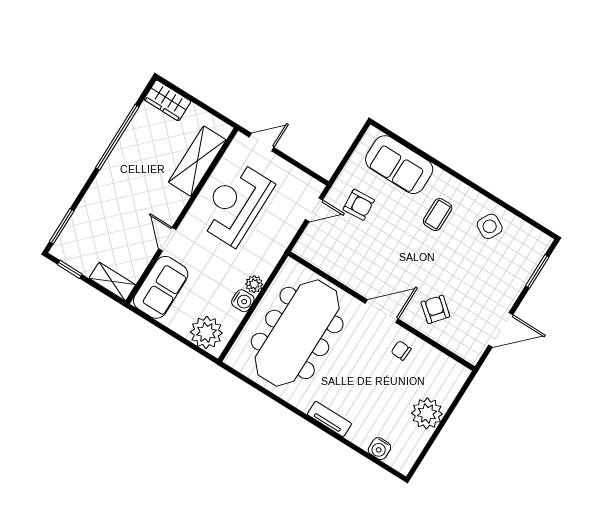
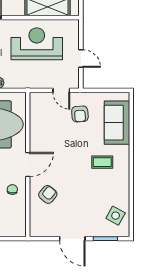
door: (262, 142) -> (81, 59), moved
side table: (490, 226) -> (116, 216), moved
door: (382, 311) -> (28, 165), hinge flipped
door: (501, 330) -> (72, 239), moved

